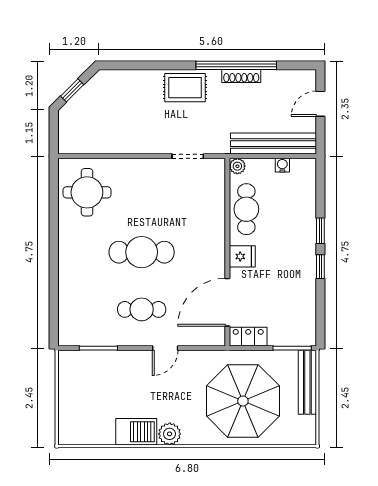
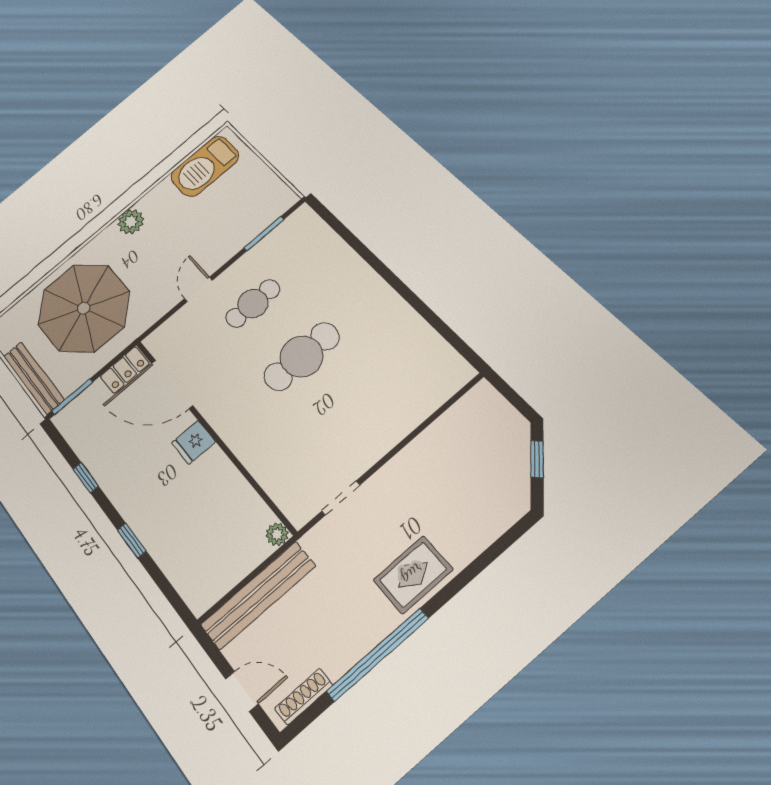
shoe rack: (241, 76) -> (304, 697), moved
door: (320, 104) -> (242, 691), hinge flipped
water cooler: (282, 165) -> (229, 579), removed
round table: (87, 192) -> (414, 366), removed
cafe table: (246, 209) -> (229, 495), removed
window: (320, 267) -> (86, 478), moved
door: (227, 302) -> (172, 384), swing flipped
barbecue: (136, 432) -> (205, 166), moved, width x1.37, depth x1.21

